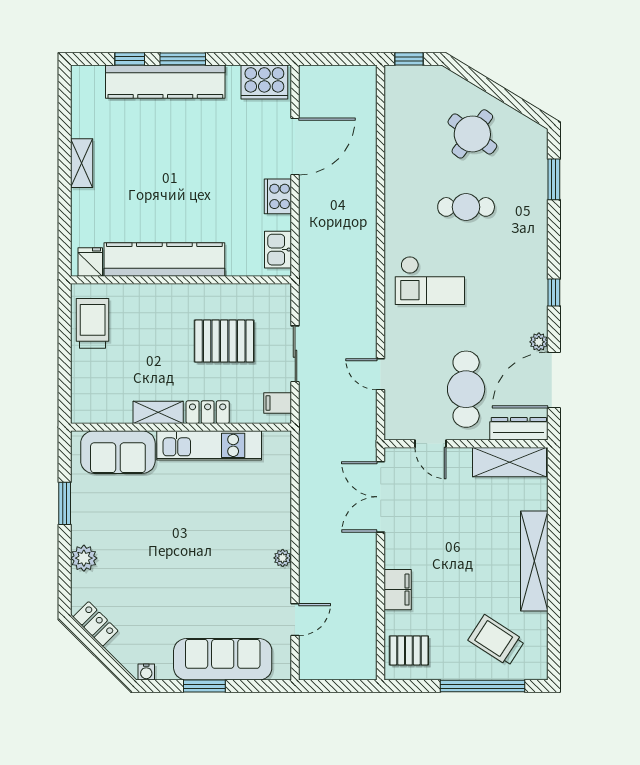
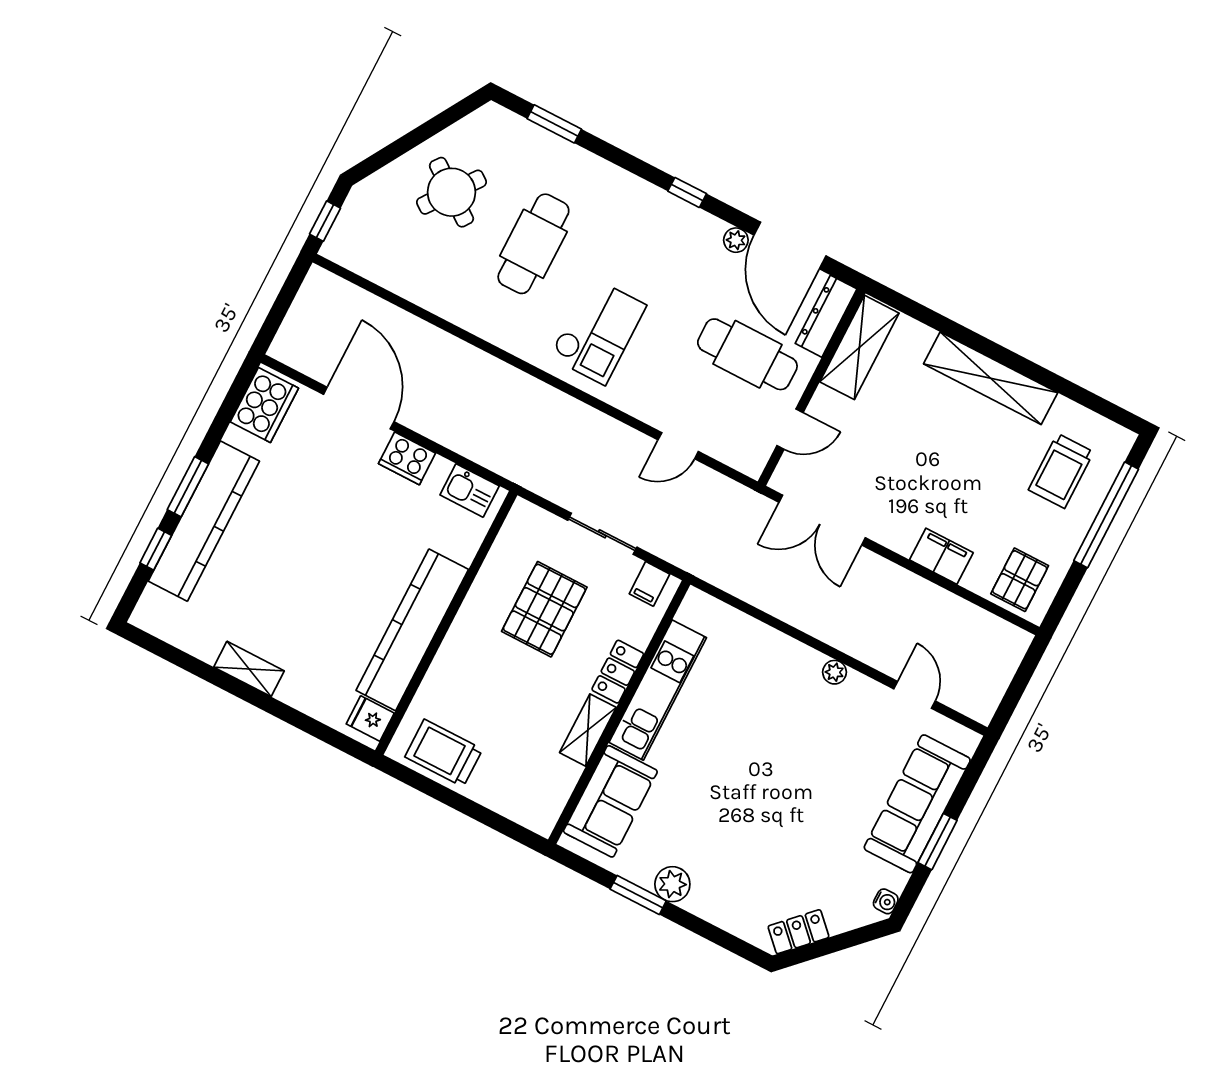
cafe table: (466, 207) -> (533, 244), width x1.37, depth x1.35
plant: (84, 558) -> (672, 884), moved
trolley: (496, 640) -> (1061, 471), turned -33

